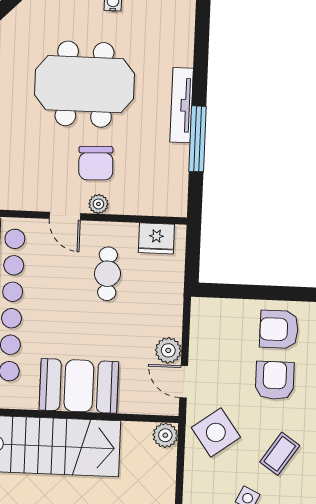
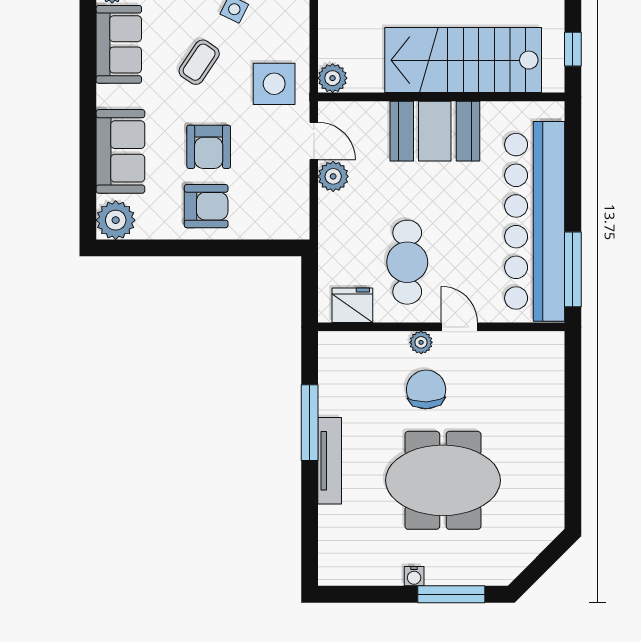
cafe table: (108, 274) -> (407, 262), width x1.37, depth x1.35
side table: (216, 432) -> (274, 84), turned 36

